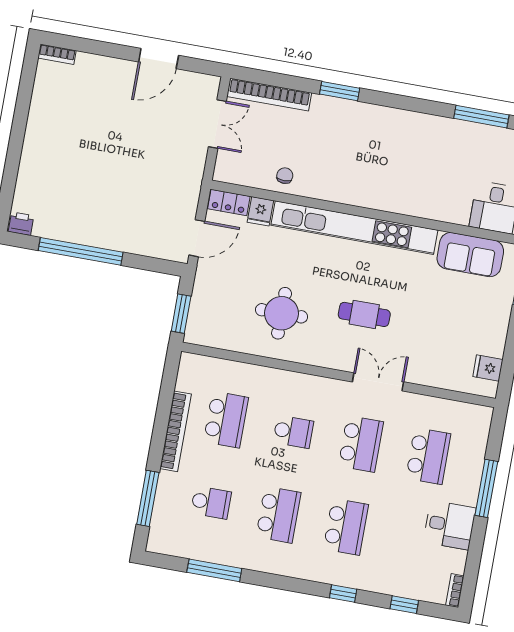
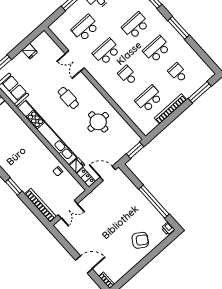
door: (159, 59) -> (84, 265), moved
double door: (217, 124) -> (68, 209), swing flipped
armchair: (53, 167) -> (140, 240), added
fridge: (488, 368) -> (30, 51), moved
double door: (378, 382) -> (75, 61), moved
window: (214, 570) -> (179, 28), moved

